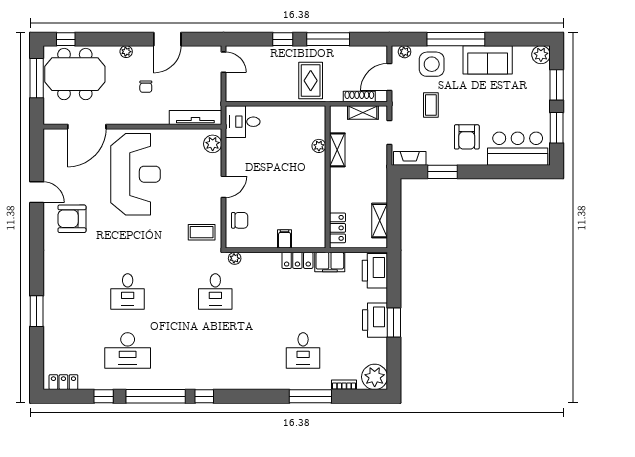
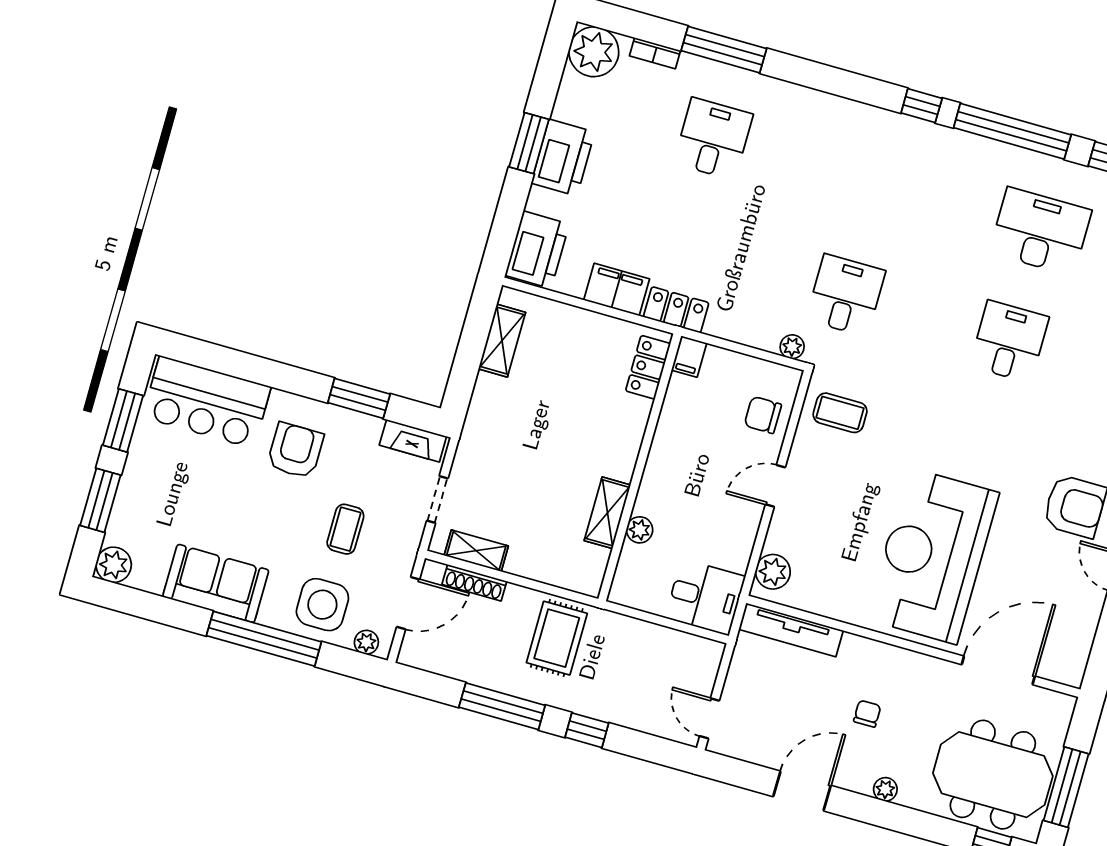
plant: (319, 146) -> (640, 530), moved
shelving: (337, 150) -> (607, 513), moved
wall: (328, 177) -> (640, 467), moved
locker: (337, 228) -> (648, 367), moved

